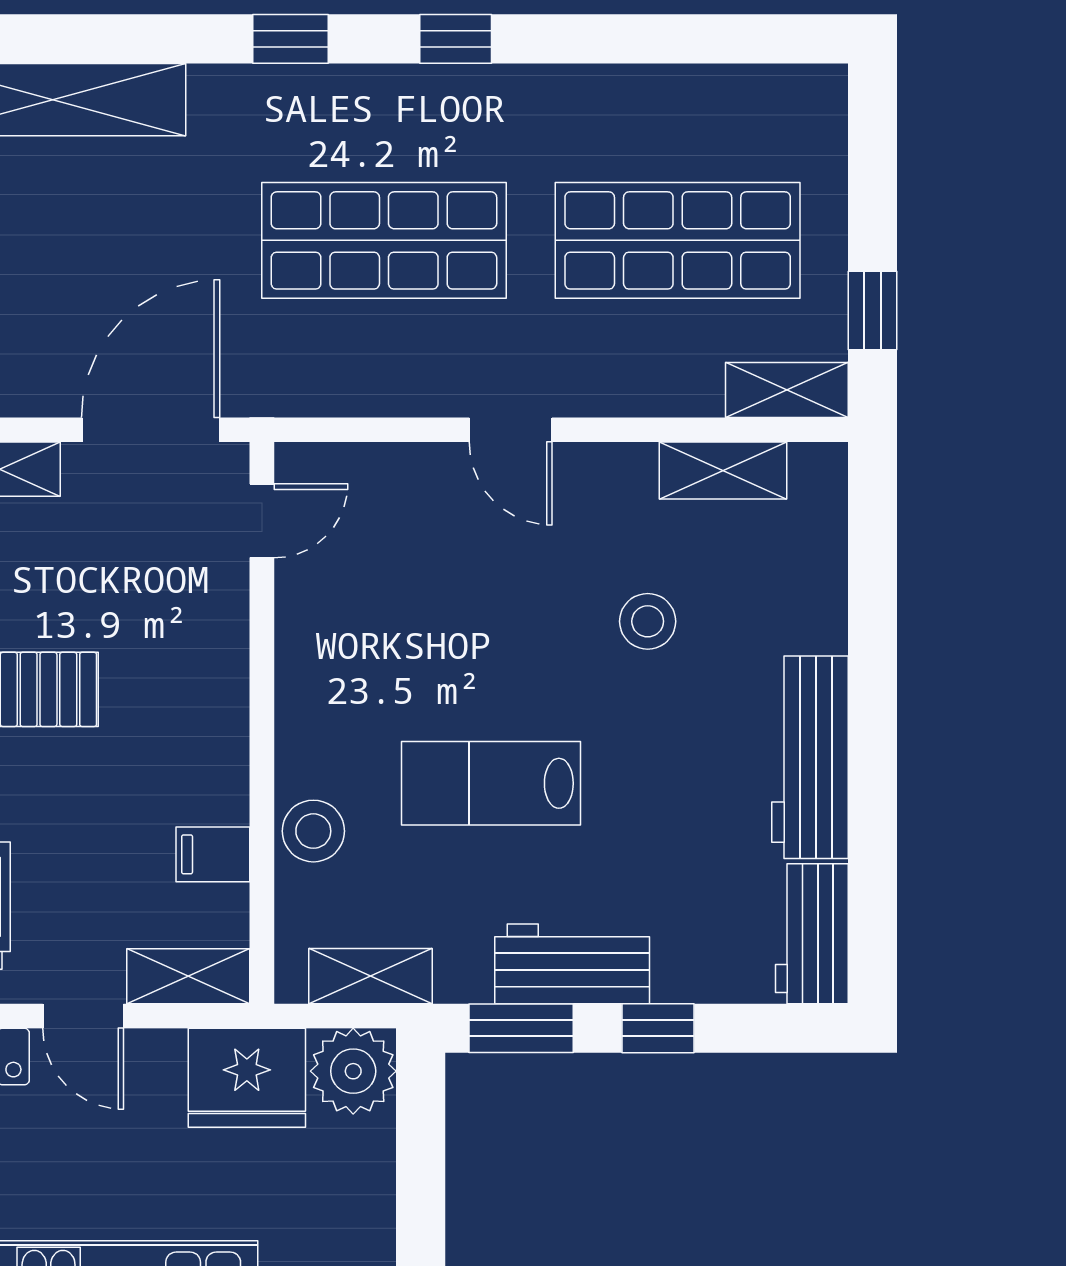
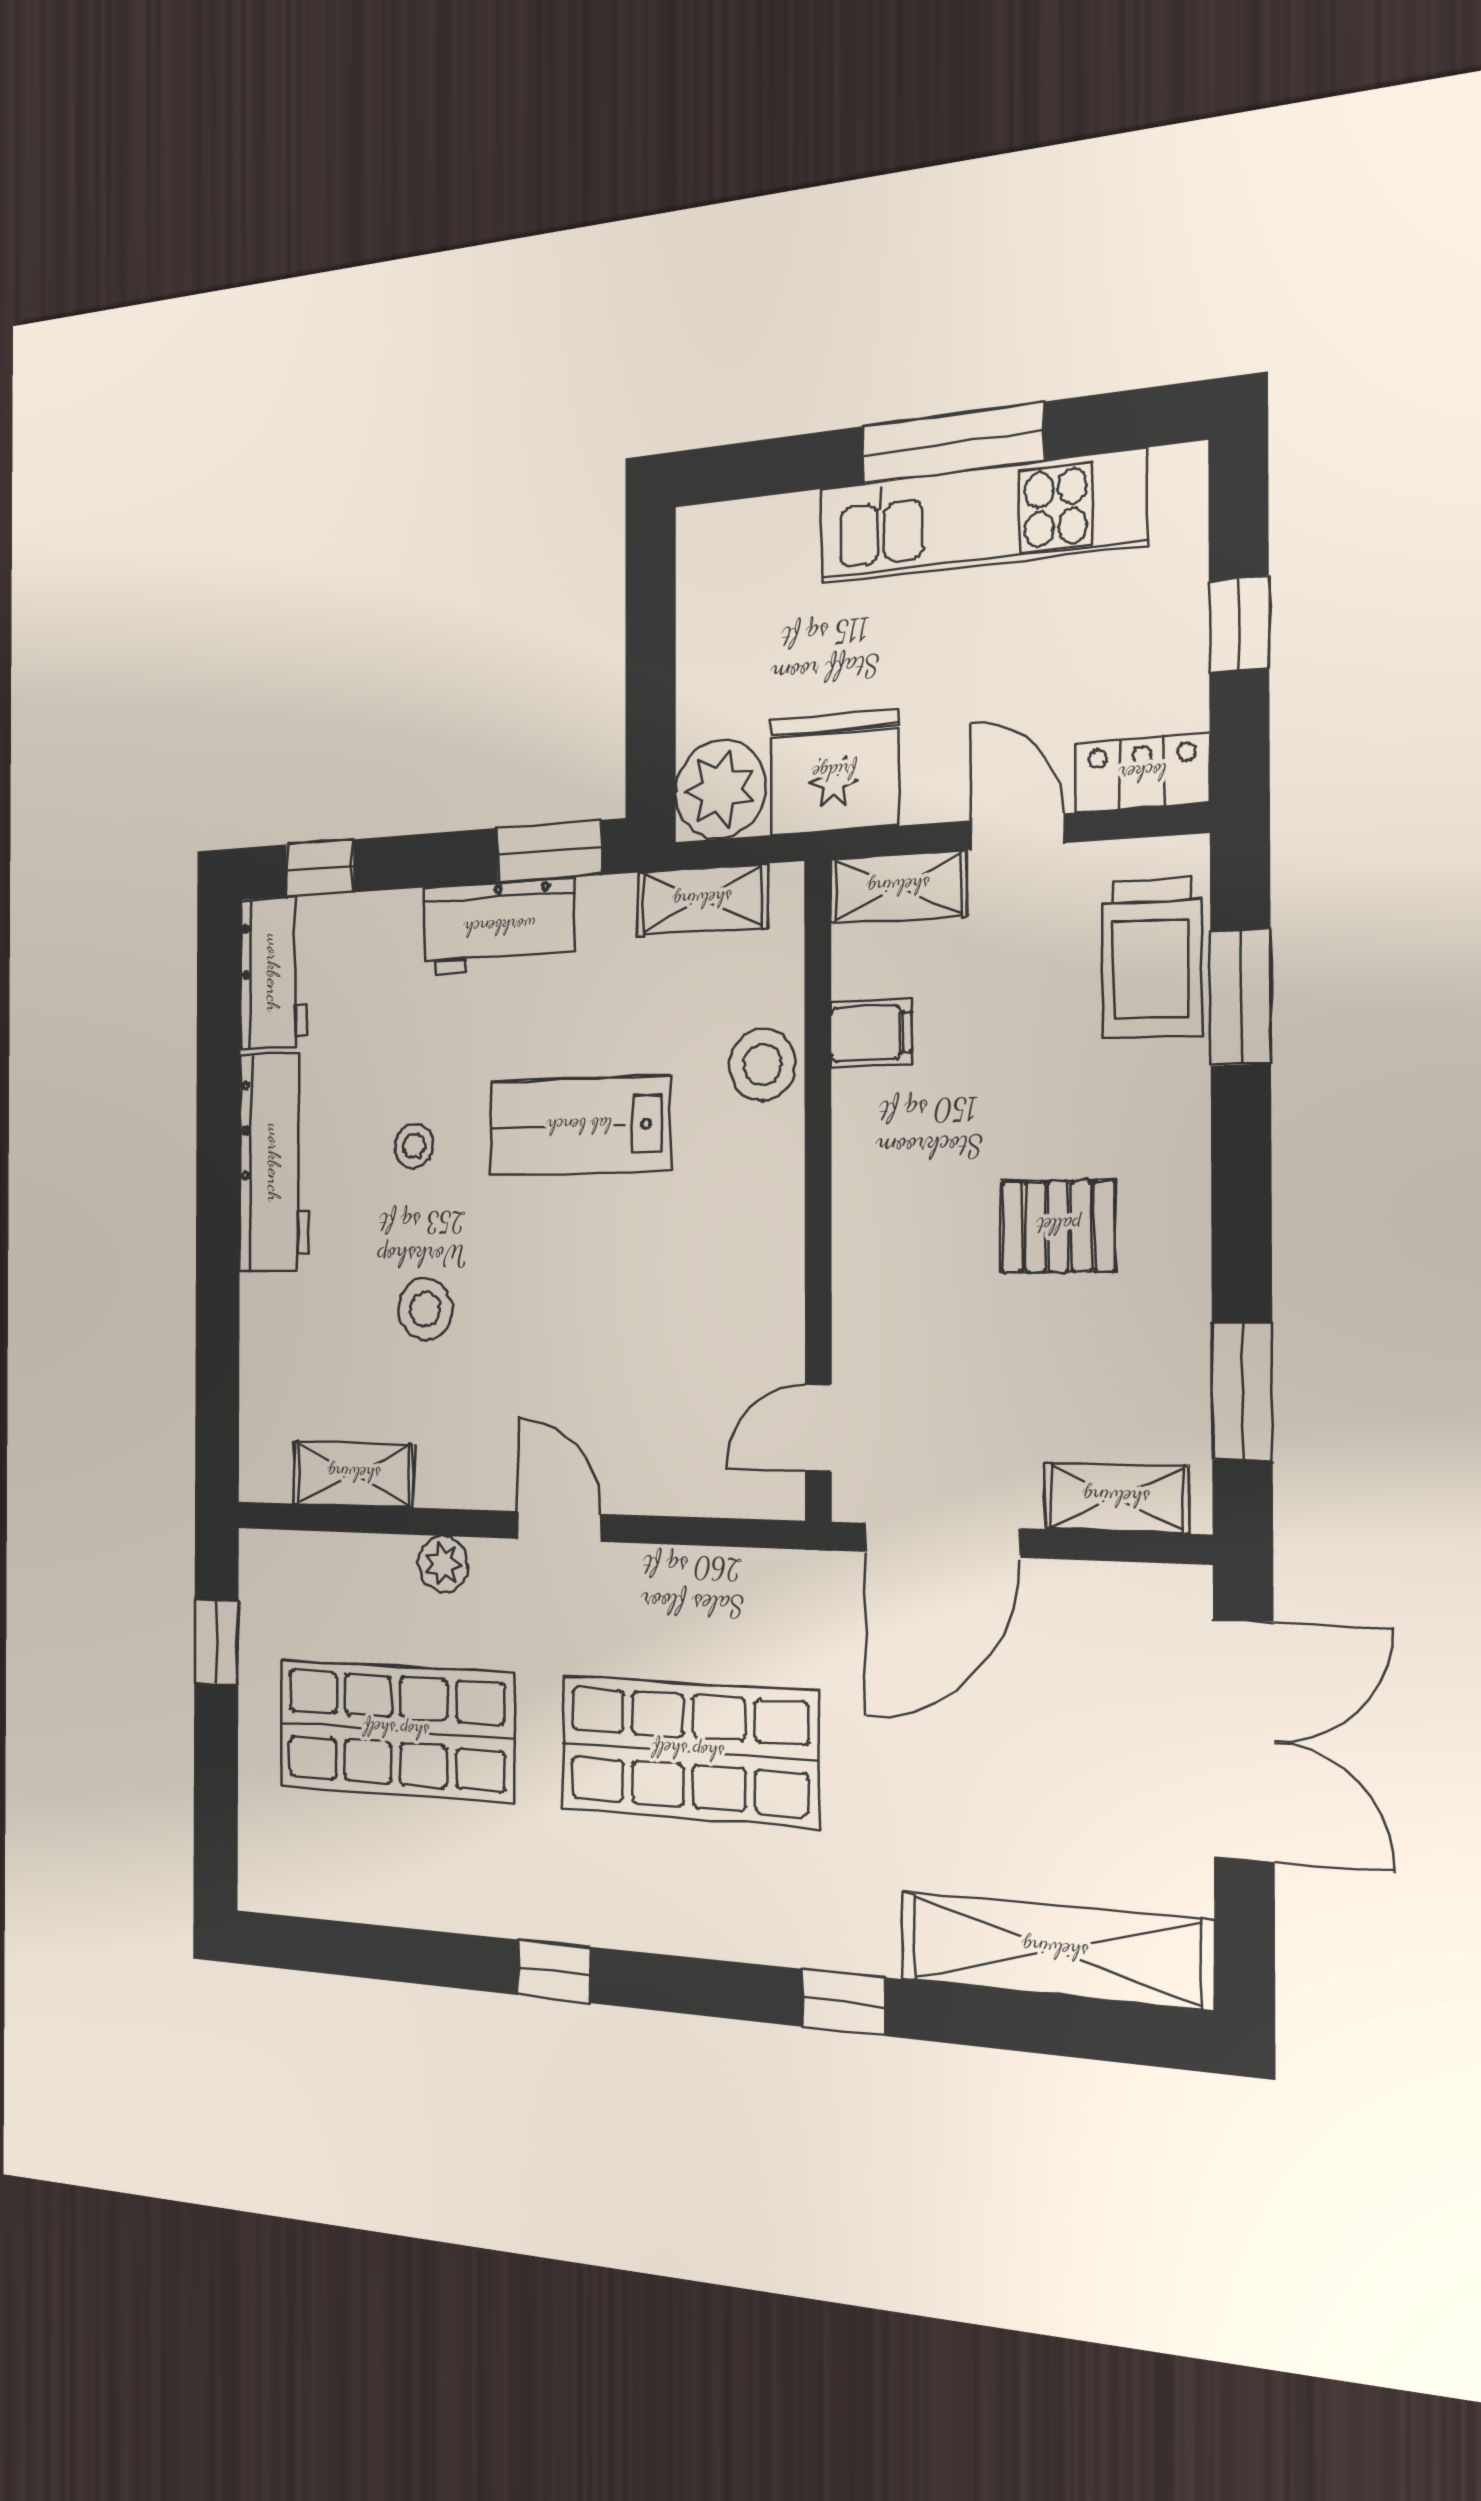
window: (291, 39) -> (844, 2002), moved
window: (456, 39) -> (554, 1971), moved
shelving: (787, 390) -> (294, 1560), removed
plant: (629, 392) -> (443, 1564), added
stool: (660, 770) -> (414, 1146), added
lab bench: (491, 783) -> (579, 1126), turned 180
window: (658, 1028) -> (320, 868), moved

